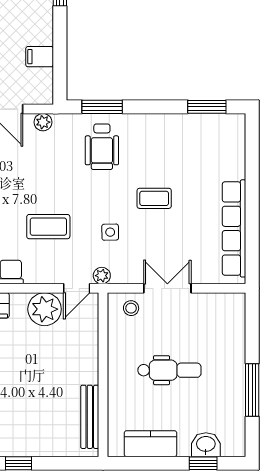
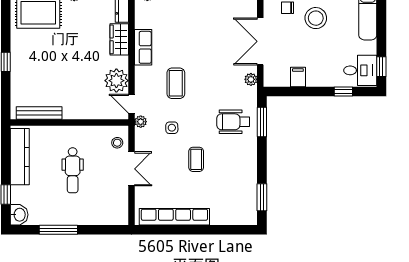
kitchen counter: (150, 444) -> (20, 157), width x1.50
washbasin: (206, 445) -> (19, 215), moved

